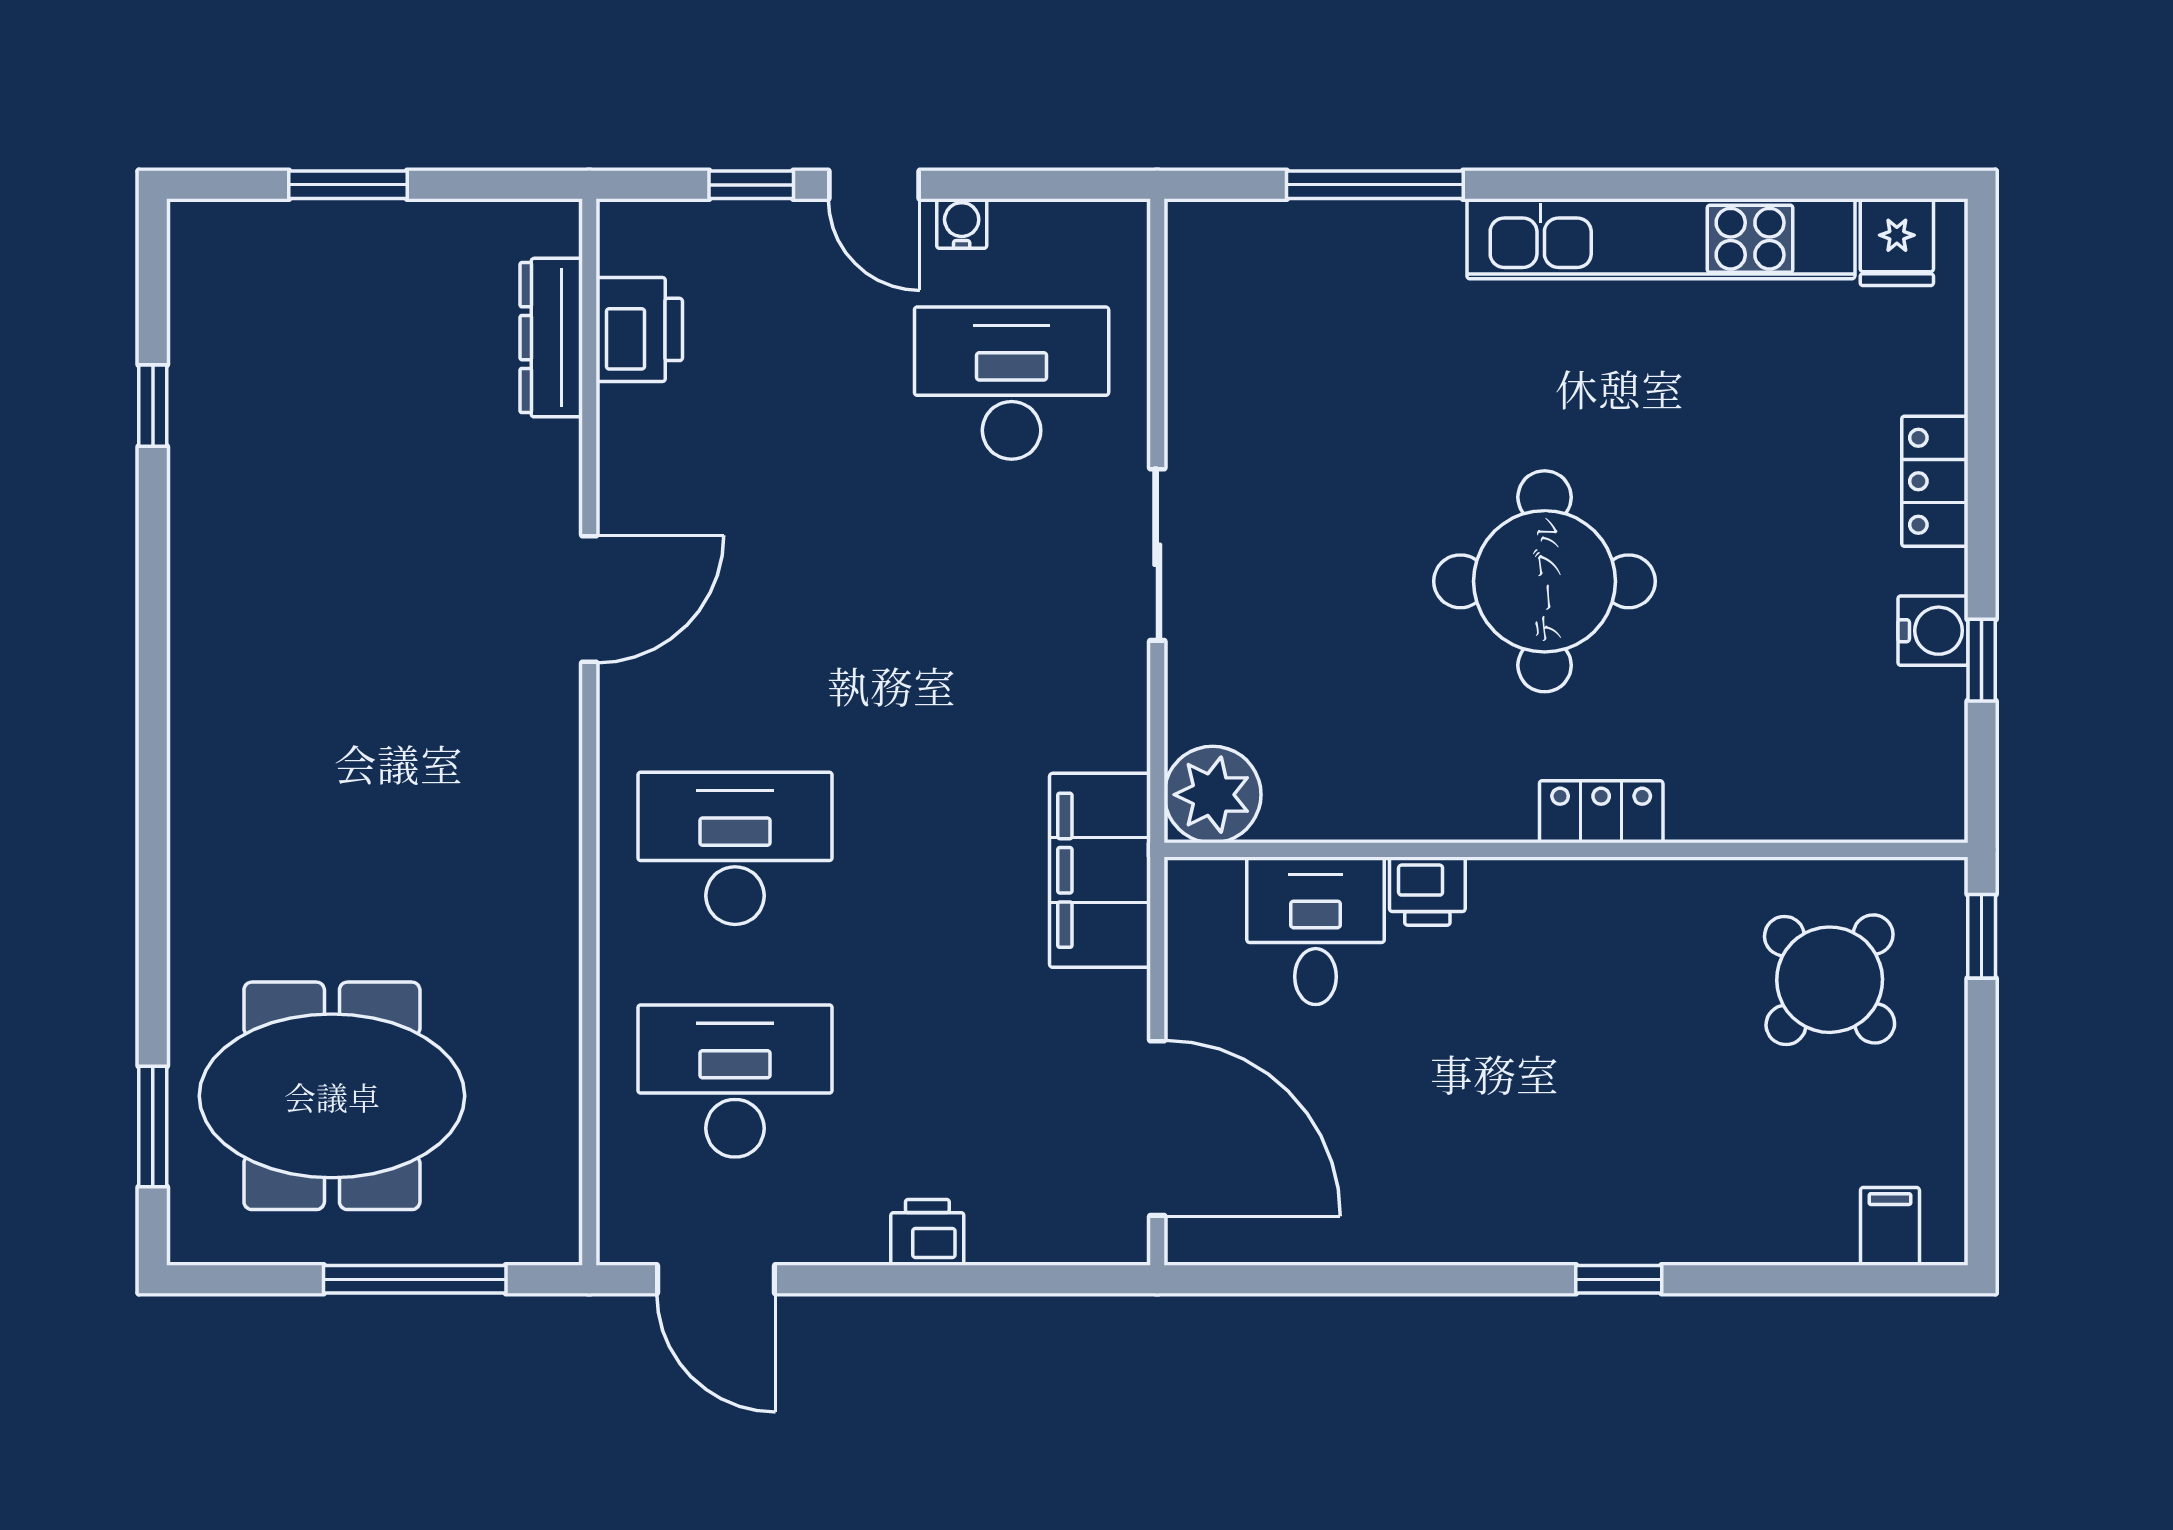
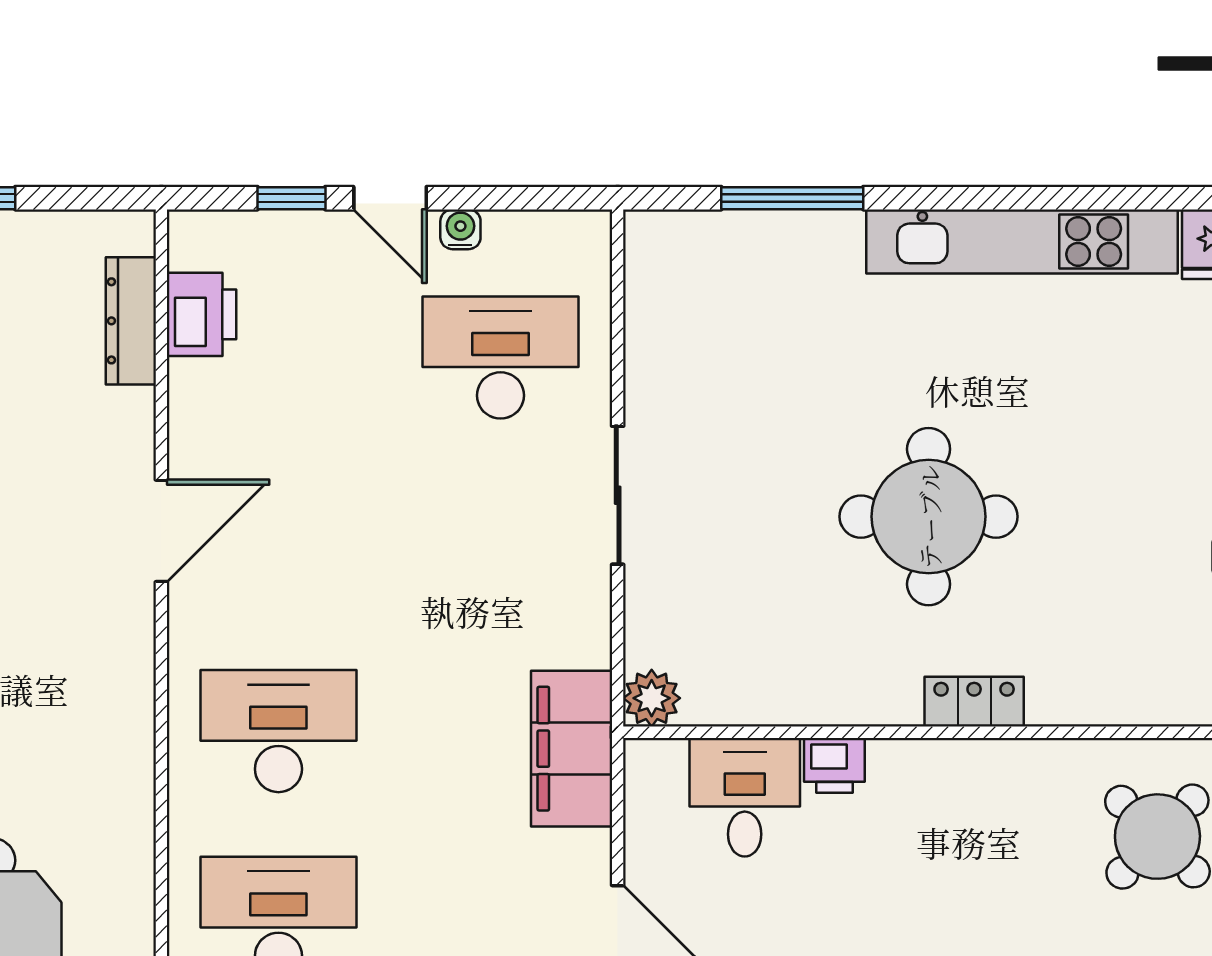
plant: (1213, 795) -> (652, 698), width x0.73, depth x0.73

